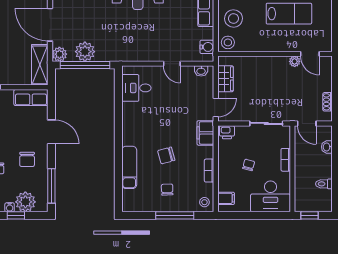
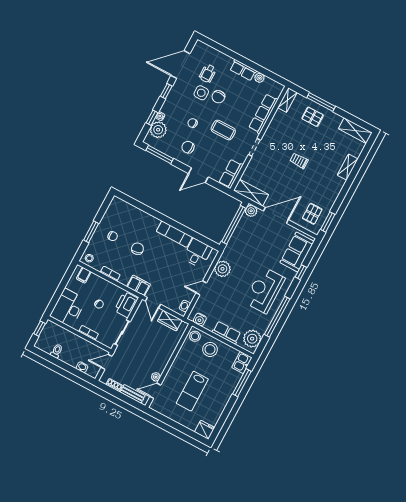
plant: (85, 52) -> (222, 269), moved
bench: (326, 77) -> (133, 394), added
printer: (227, 132) -> (126, 305), width x1.87, depth x1.48
exam couch: (129, 167) -> (174, 234), moved
window: (175, 215) -> (91, 232), width x0.69

